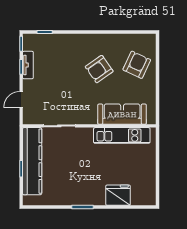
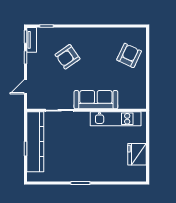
tv unit: (28, 65) -> (32, 40), moved
armchair: (99, 69) -> (67, 57), moved
sofa: (122, 114) -> (96, 100), moved
fridge: (118, 195) -> (137, 154), moved, turned -90

